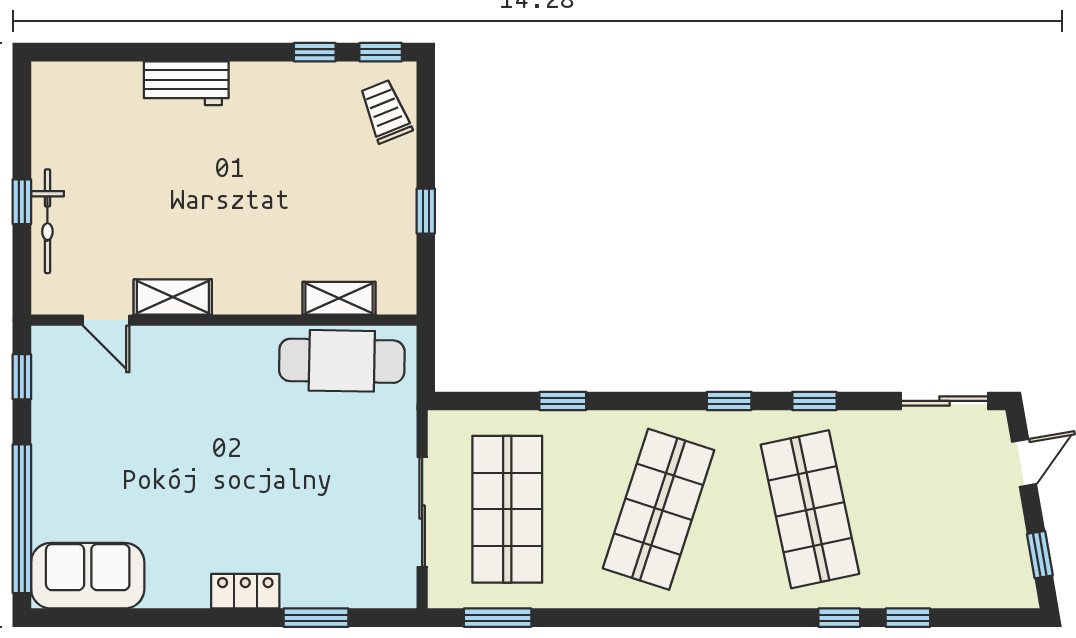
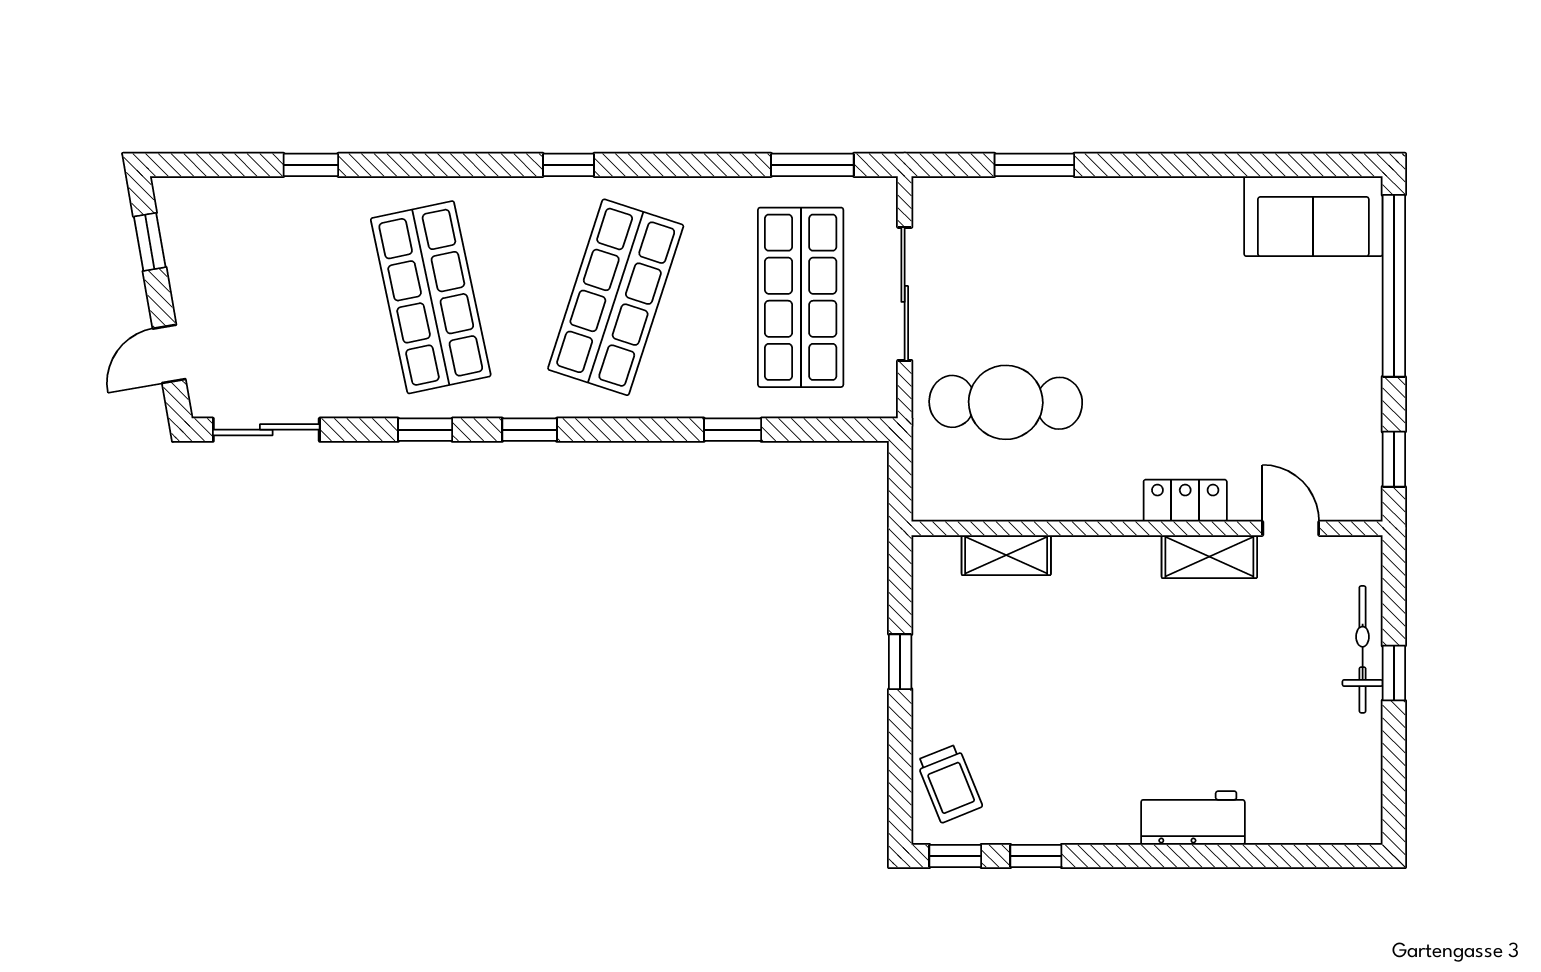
cafe table: (342, 361) -> (1006, 402), moved
locker: (245, 591) -> (1185, 501), moved, turned 180
window: (839, 618) -> (568, 165), moved

